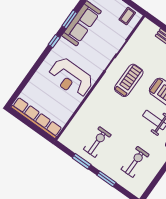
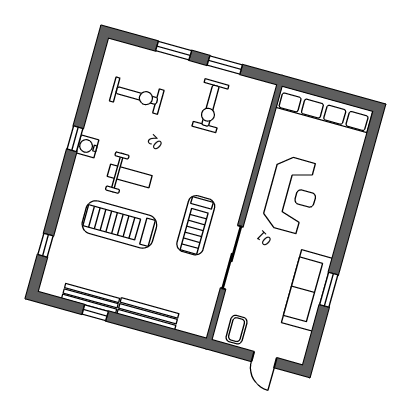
window: (54, 41) -> (341, 245), removed
reception desk: (71, 78) -> (292, 195), turned 90
exercise bike: (135, 162) -> (137, 96), turned -90

